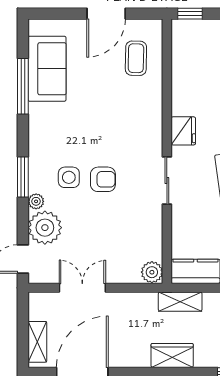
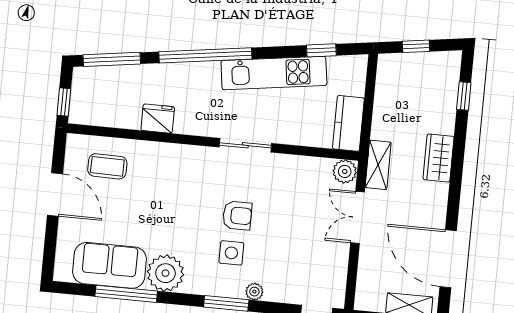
fridge: (183, 131) -> (158, 119), moved
armchair: (103, 179) -> (237, 216), turned 90
plant: (45, 228) -> (165, 273), moved
double door: (82, 288) -> (358, 217), moved
shelving: (180, 302) -> (378, 165), moved

